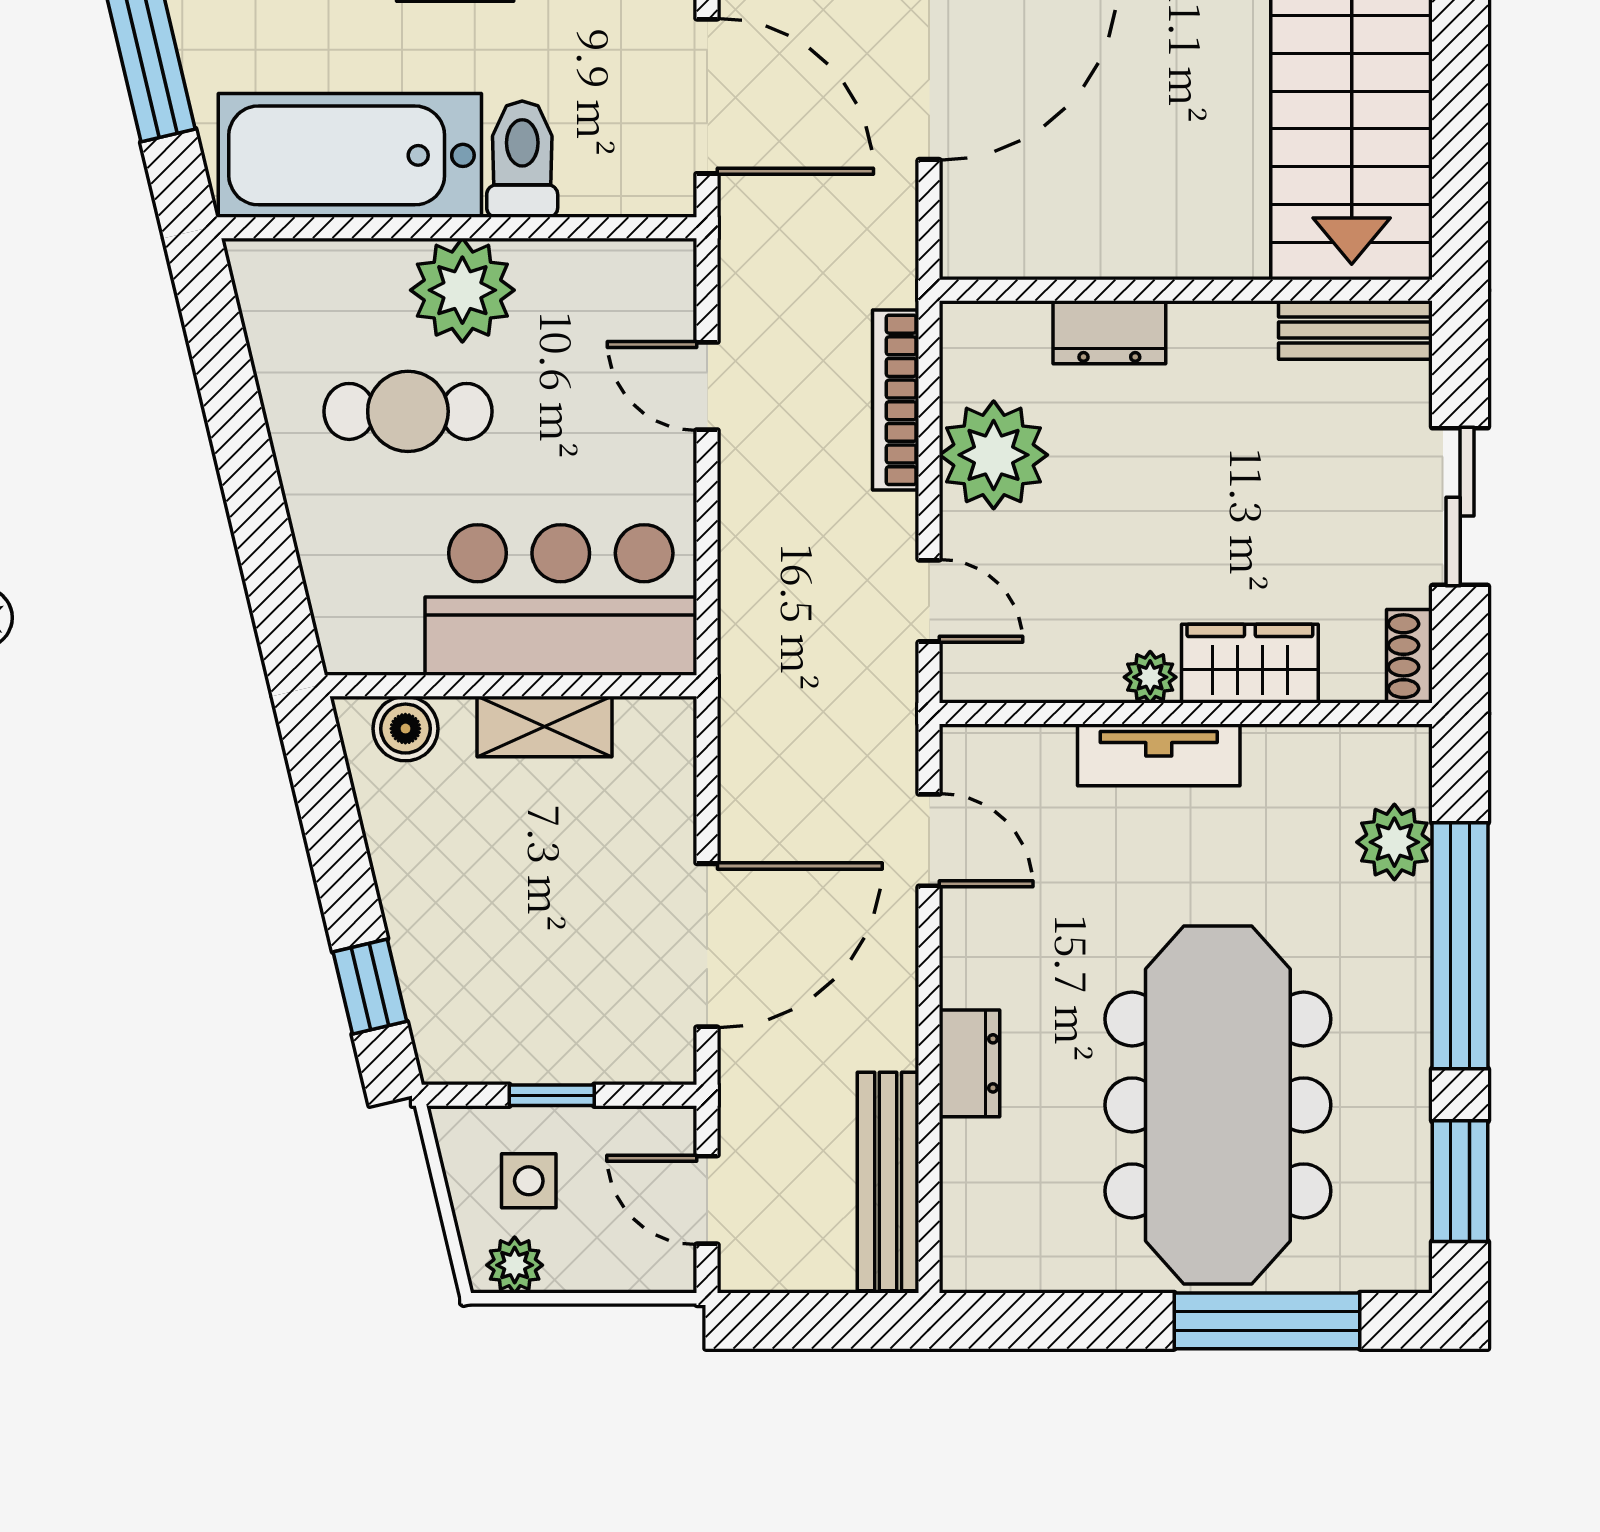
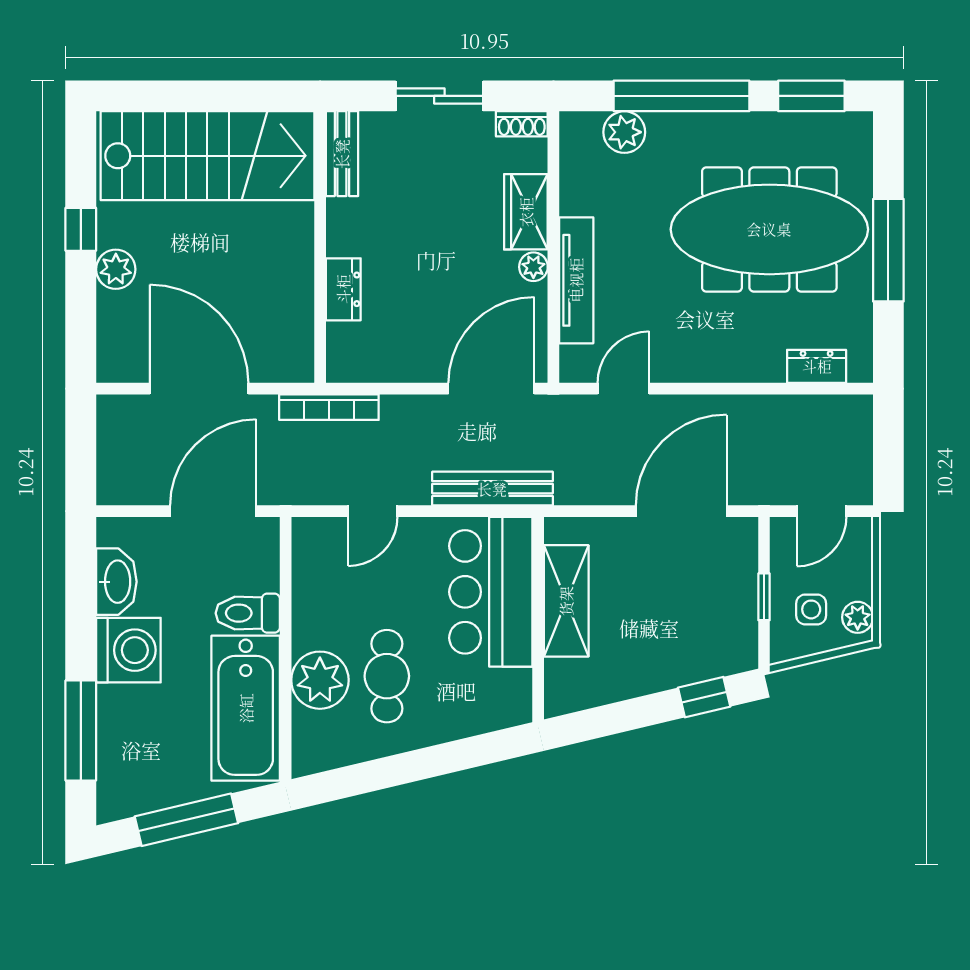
plant: (462, 290) -> (320, 680), moved
bookcase: (896, 400) -> (329, 407), moved
plant: (994, 455) -> (411, 353), removed
door: (929, 601) -> (491, 389), width x1.88
shelving: (544, 727) -> (566, 601), width x1.50, depth x1.33
boiler: (405, 729) -> (562, 677), removed
tv unit: (1159, 755) -> (576, 280), width x1.41
door: (707, 945) -> (681, 511), hinge flipped
dresser: (970, 1063) -> (817, 366), moved
bench: (888, 1181) -> (492, 489), moved
window: (1267, 1321) -> (888, 250), moved

